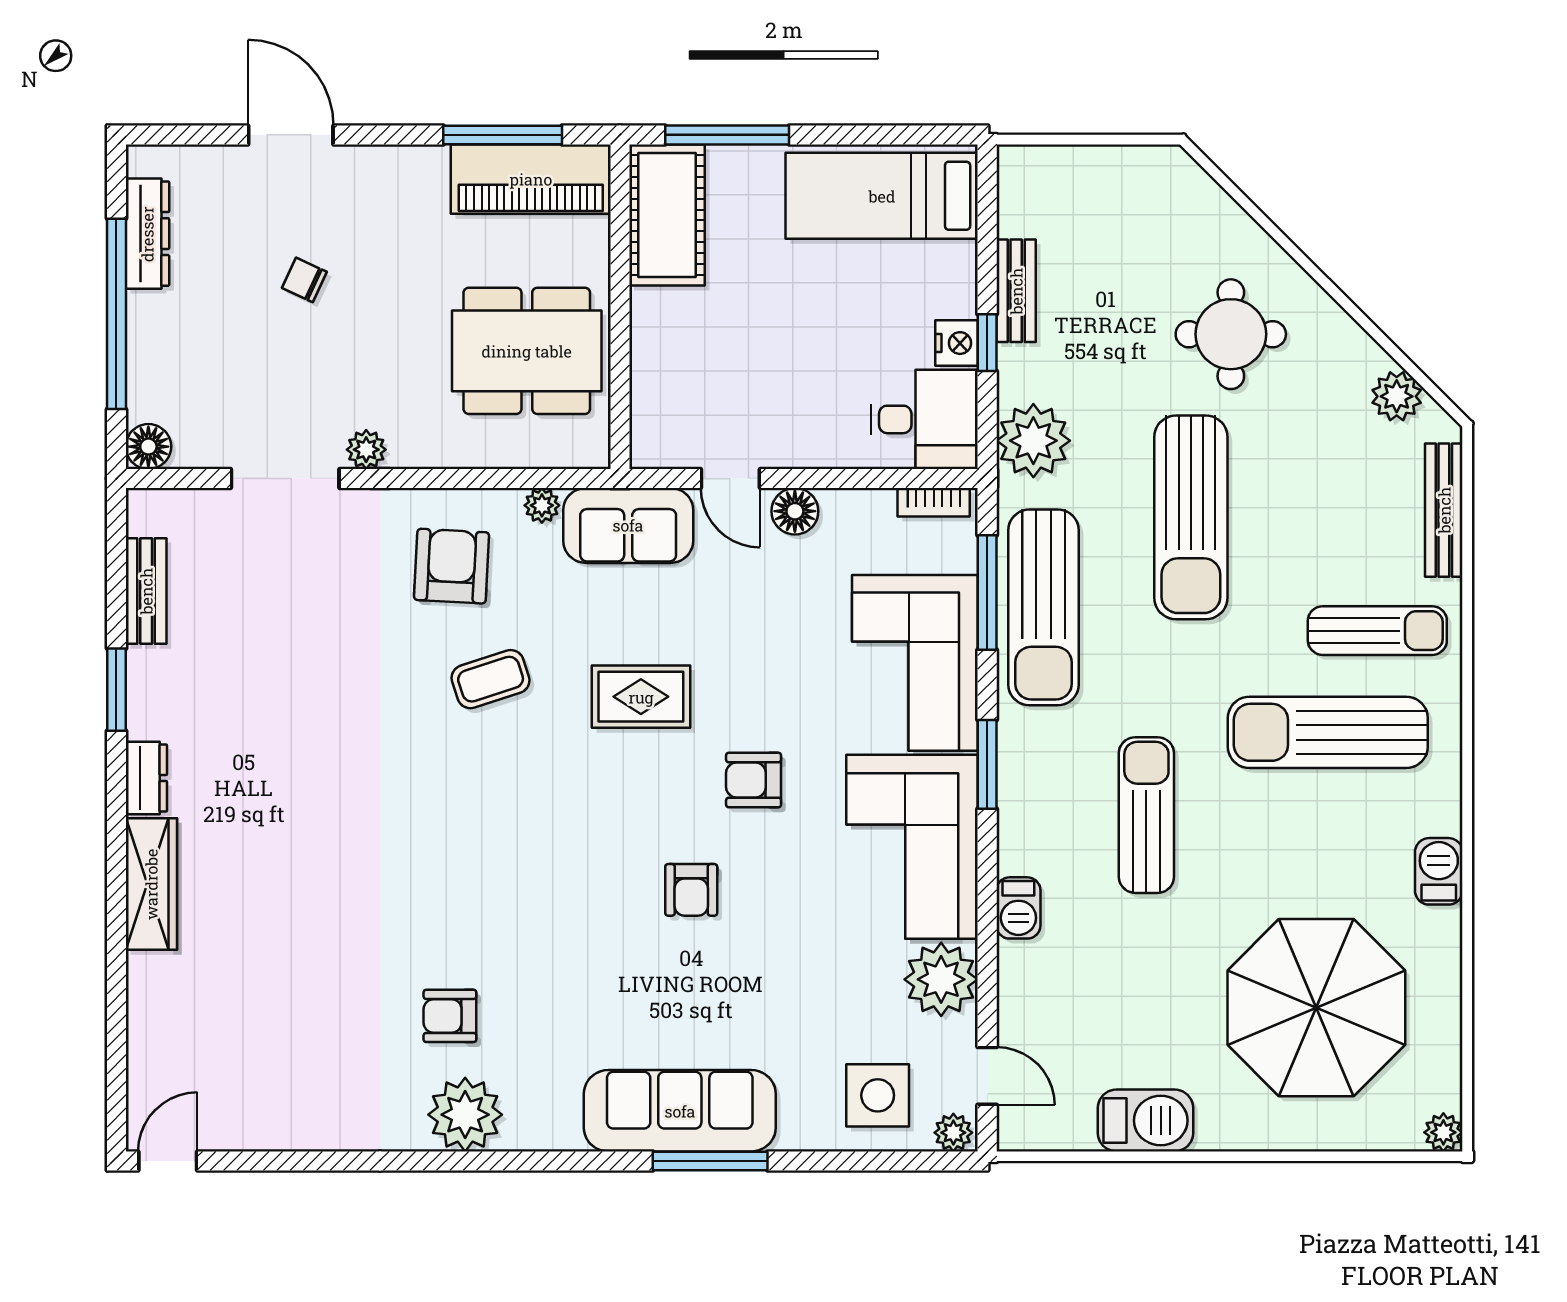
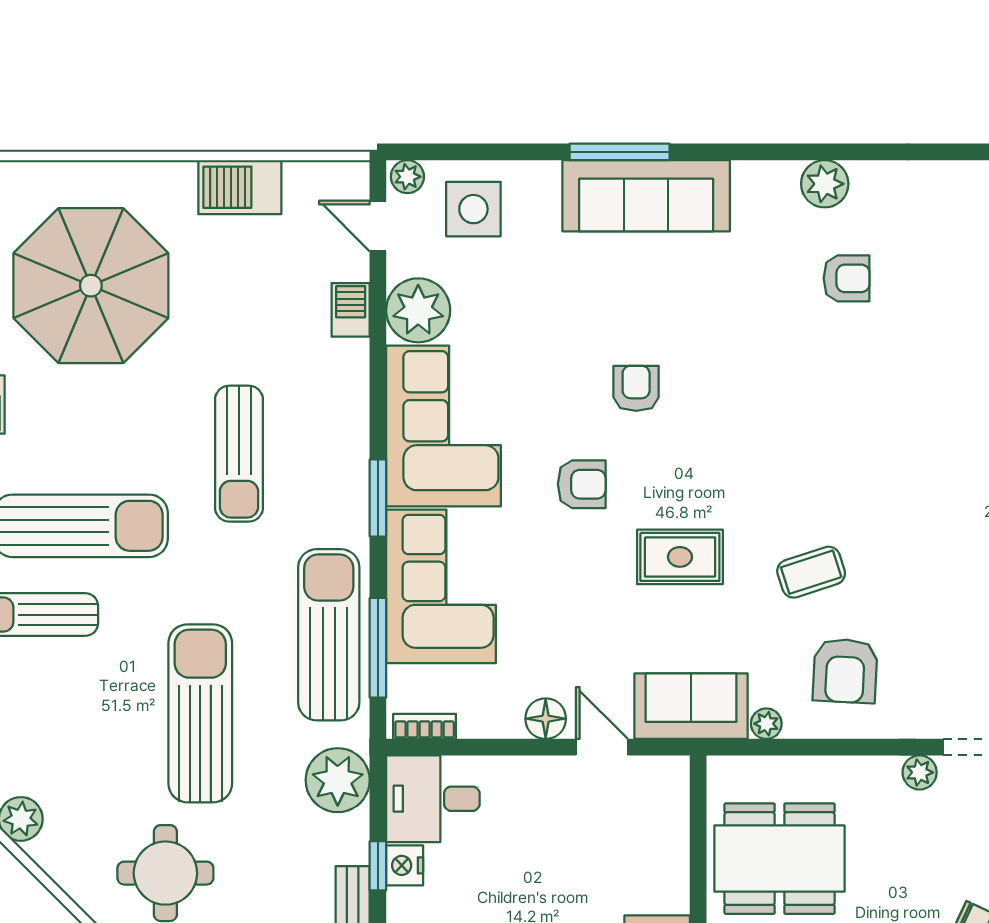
barbecue: (1018, 908) -> (351, 310), moved
plant: (465, 1115) -> (825, 184), width x0.73, depth x0.73

